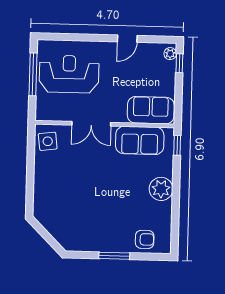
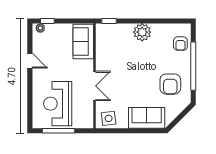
sofa: (140, 140) -> (147, 118), moved, turned -90
armchair: (91, 224) -> (170, 84), added
armchair: (145, 239) -> (180, 44), turned 180
window: (114, 256) -> (193, 66), width x2.11

